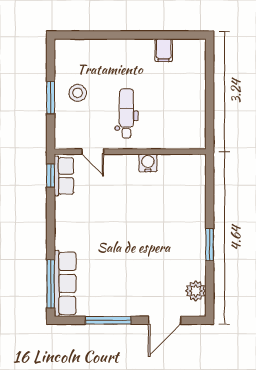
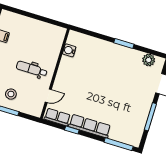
water cooler: (148, 163) -> (69, 50), moved
window: (51, 176) -> (72, 130), moved
row of seats: (65, 283) -> (90, 126), moved

